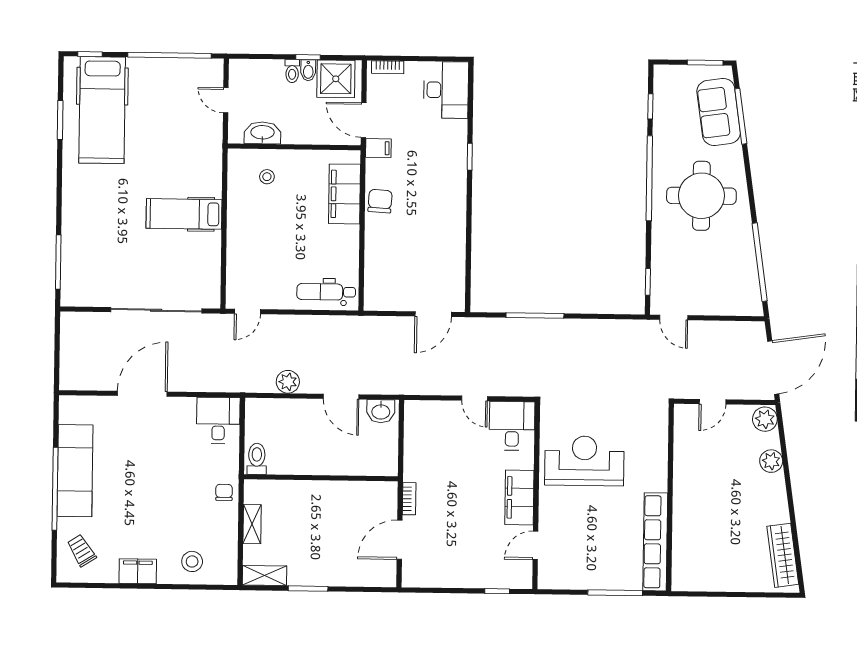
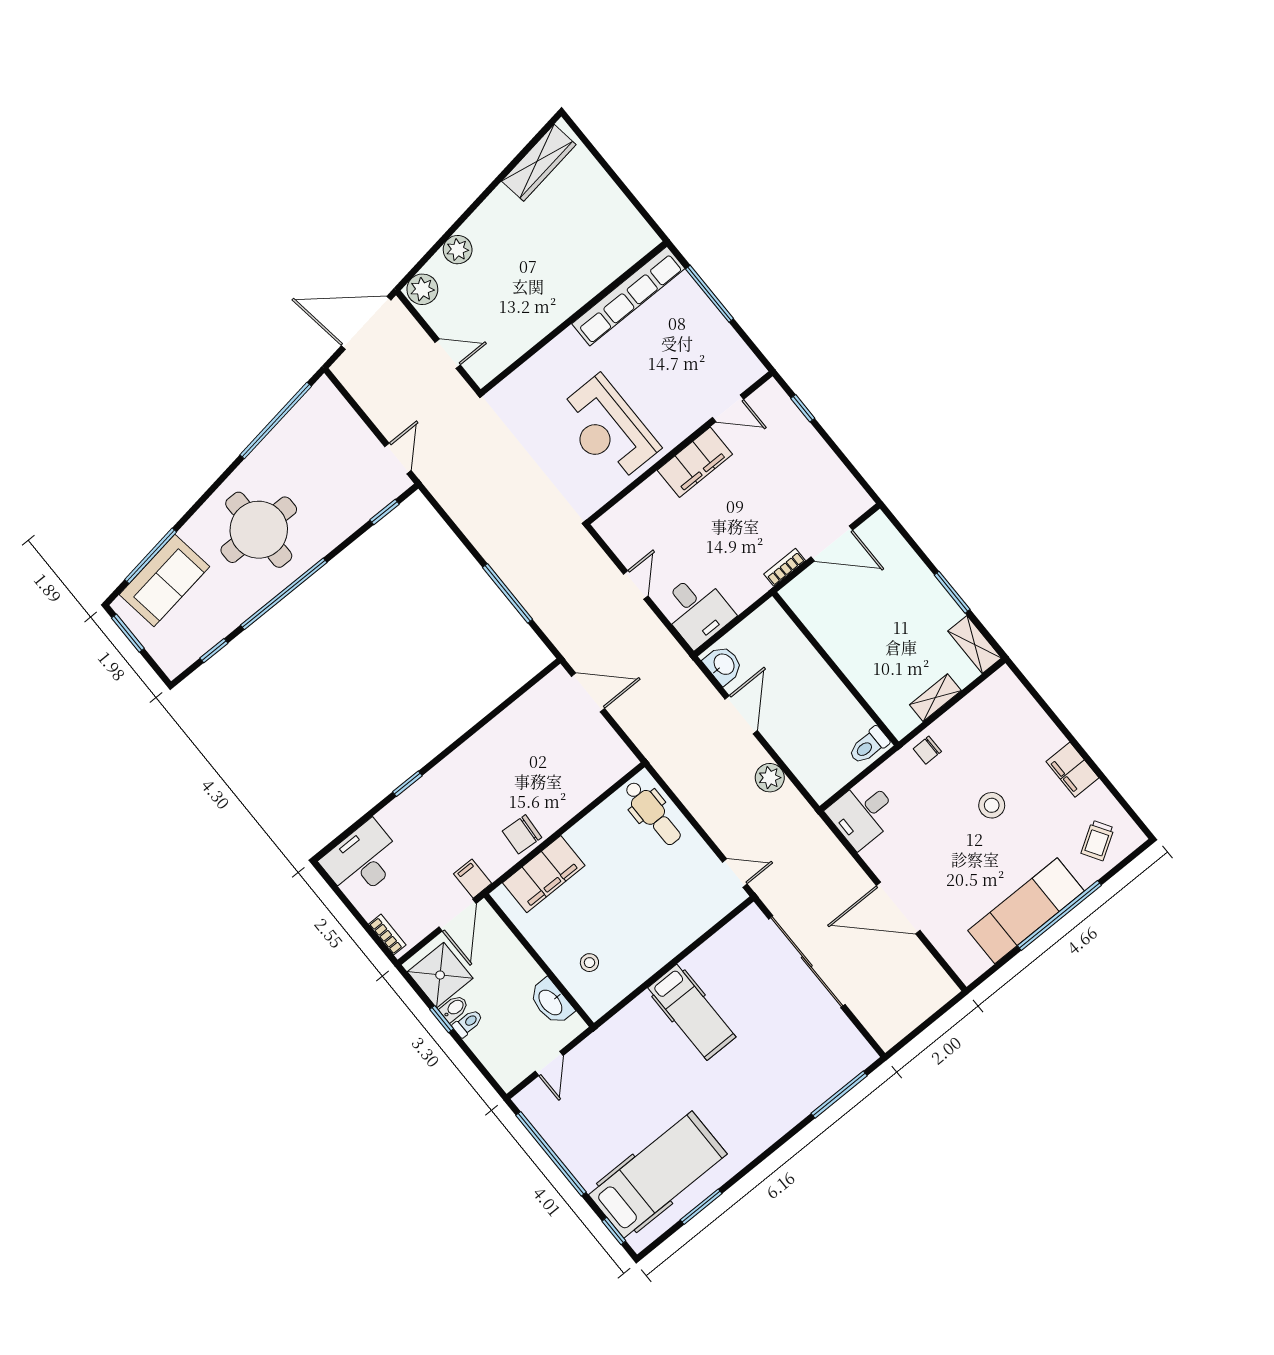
desk: (512, 426) -> (697, 610), moved, turned -90
stool: (192, 561) -> (992, 805), moved

